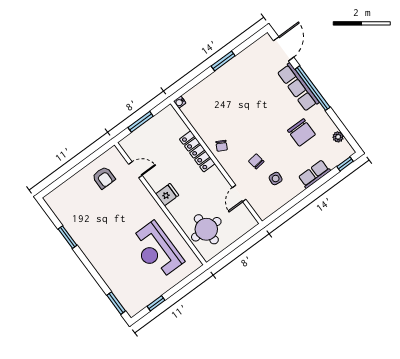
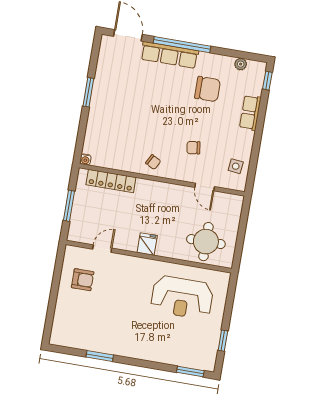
locker: (197, 151) -> (111, 181), moved
side table: (276, 179) -> (236, 166), moved

